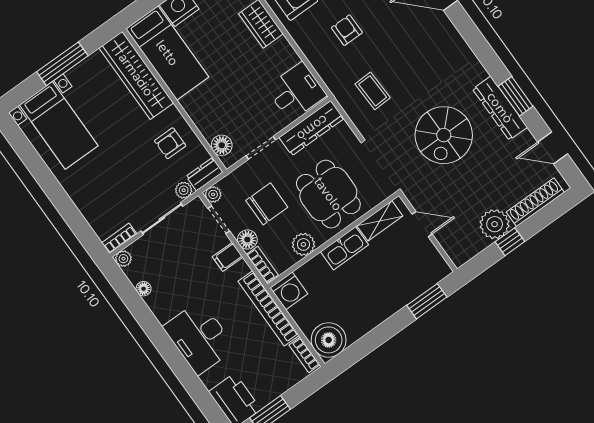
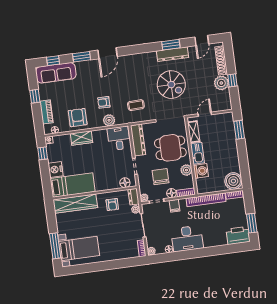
plant: (319, 57) -> (109, 120), added
window: (62, 64) -> (55, 246), moved
washing machine: (289, 291) -> (201, 171), moved
desk: (199, 338) -> (187, 238), moved

